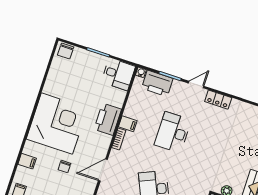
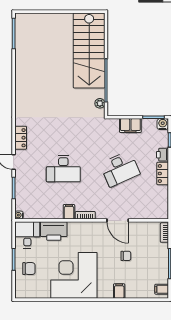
chair: (66, 51) -> (29, 269), moved
printer: (157, 83) -> (24, 197), removed
printer: (108, 119) -> (54, 231), moved
corner desk: (57, 124) -> (74, 275), moved
filing cabinet: (27, 161) -> (119, 291), moved

